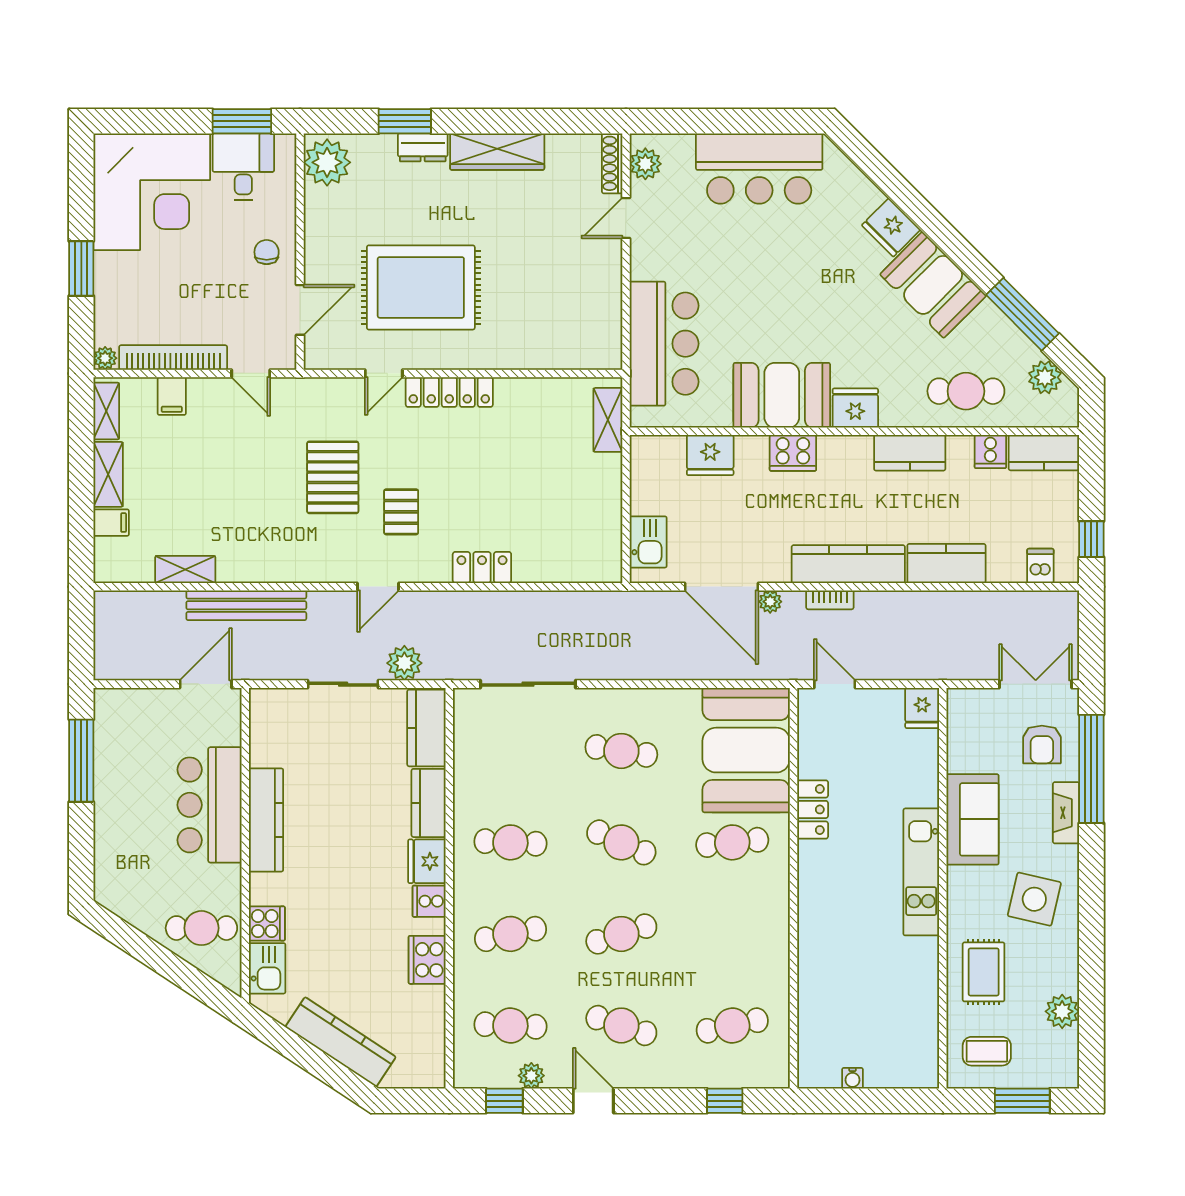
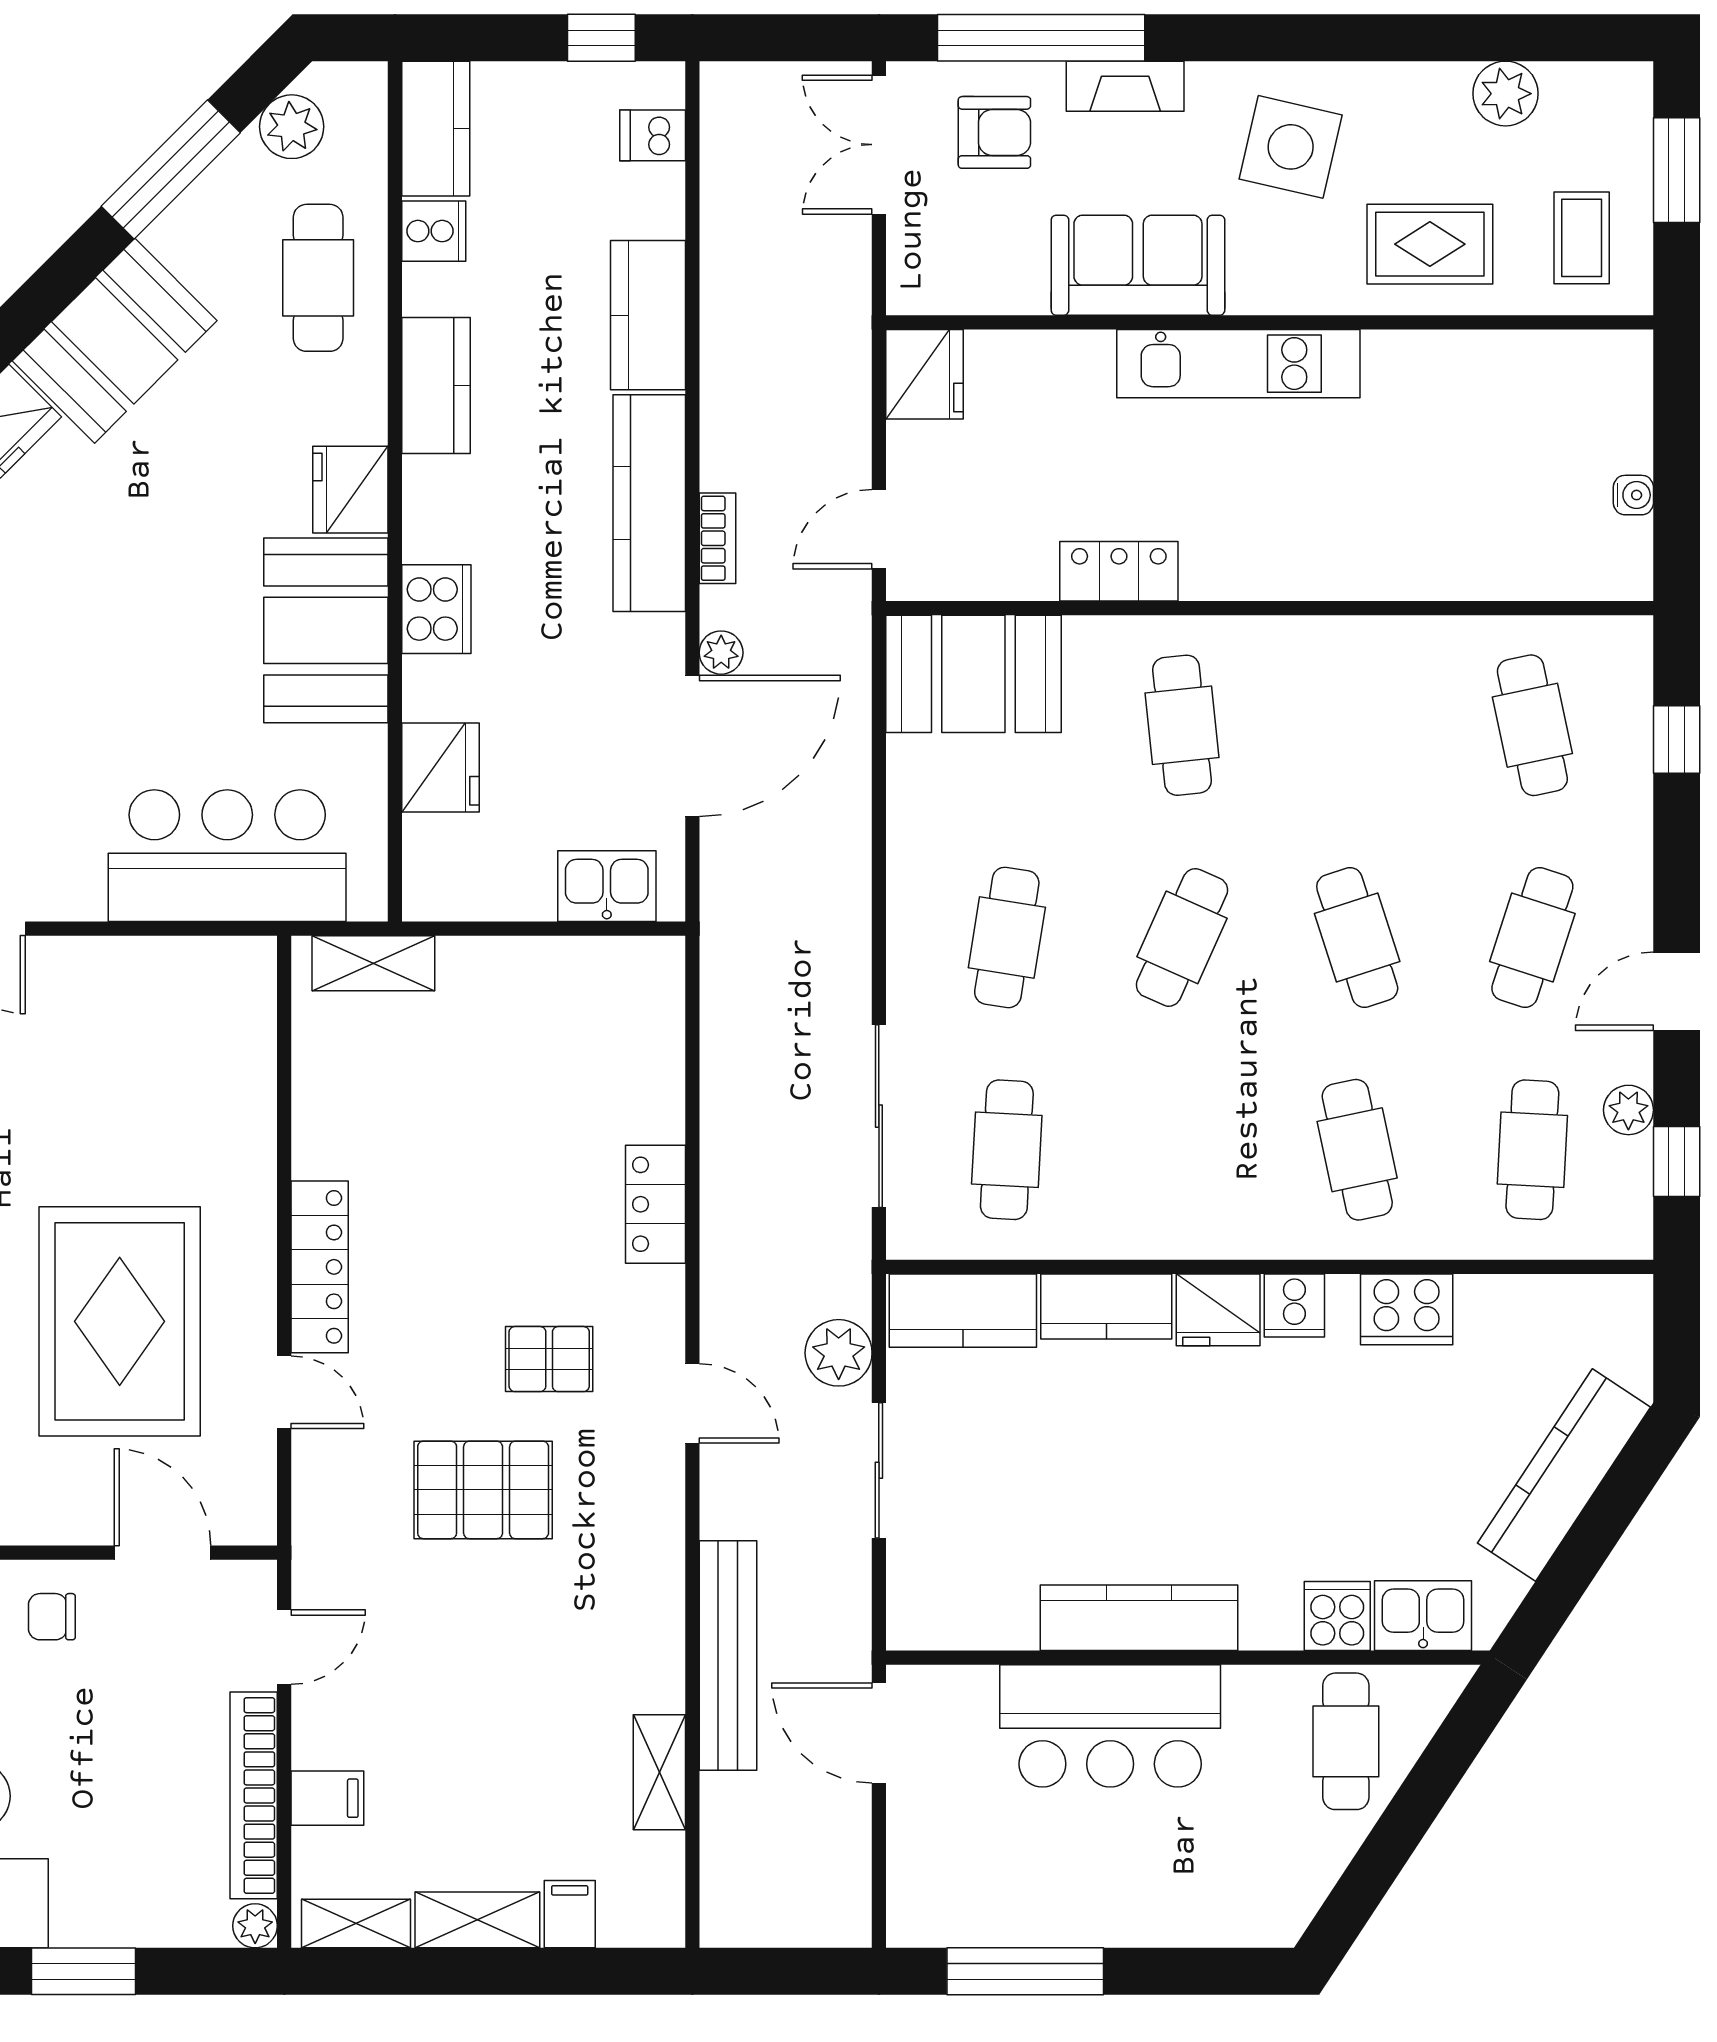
fridge: (922, 708) -> (925, 374), width x1.38
booth: (746, 750) -> (973, 674), width x0.73, depth x0.70
cafe table: (510, 842) -> (1007, 1150), moved

